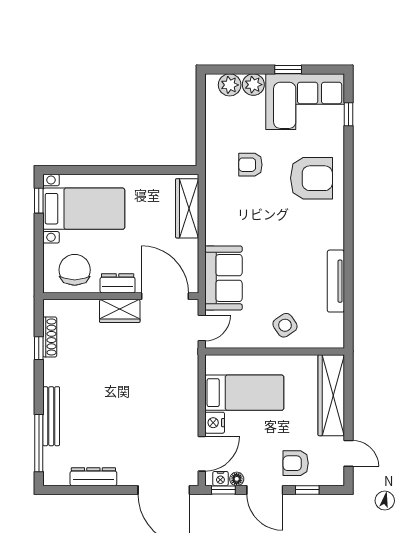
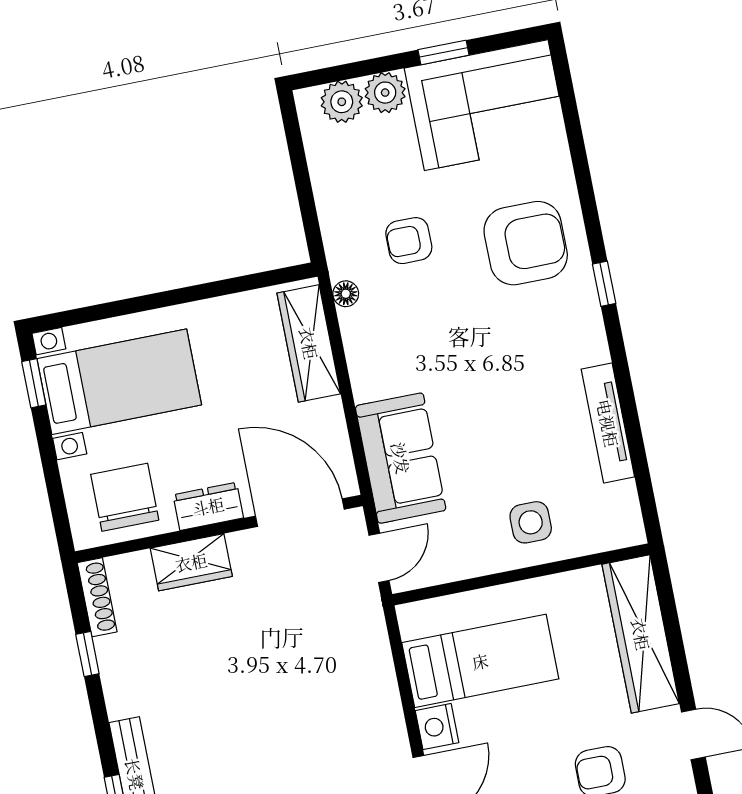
window: (348, 114) -> (604, 284), moved
floor lamp: (212, 186) -> (346, 294), added
wardrobe: (120, 311) -> (191, 562), moved
side table: (285, 325) -> (531, 522), turned 34
shoe rack: (50, 337) -> (97, 597), moved

